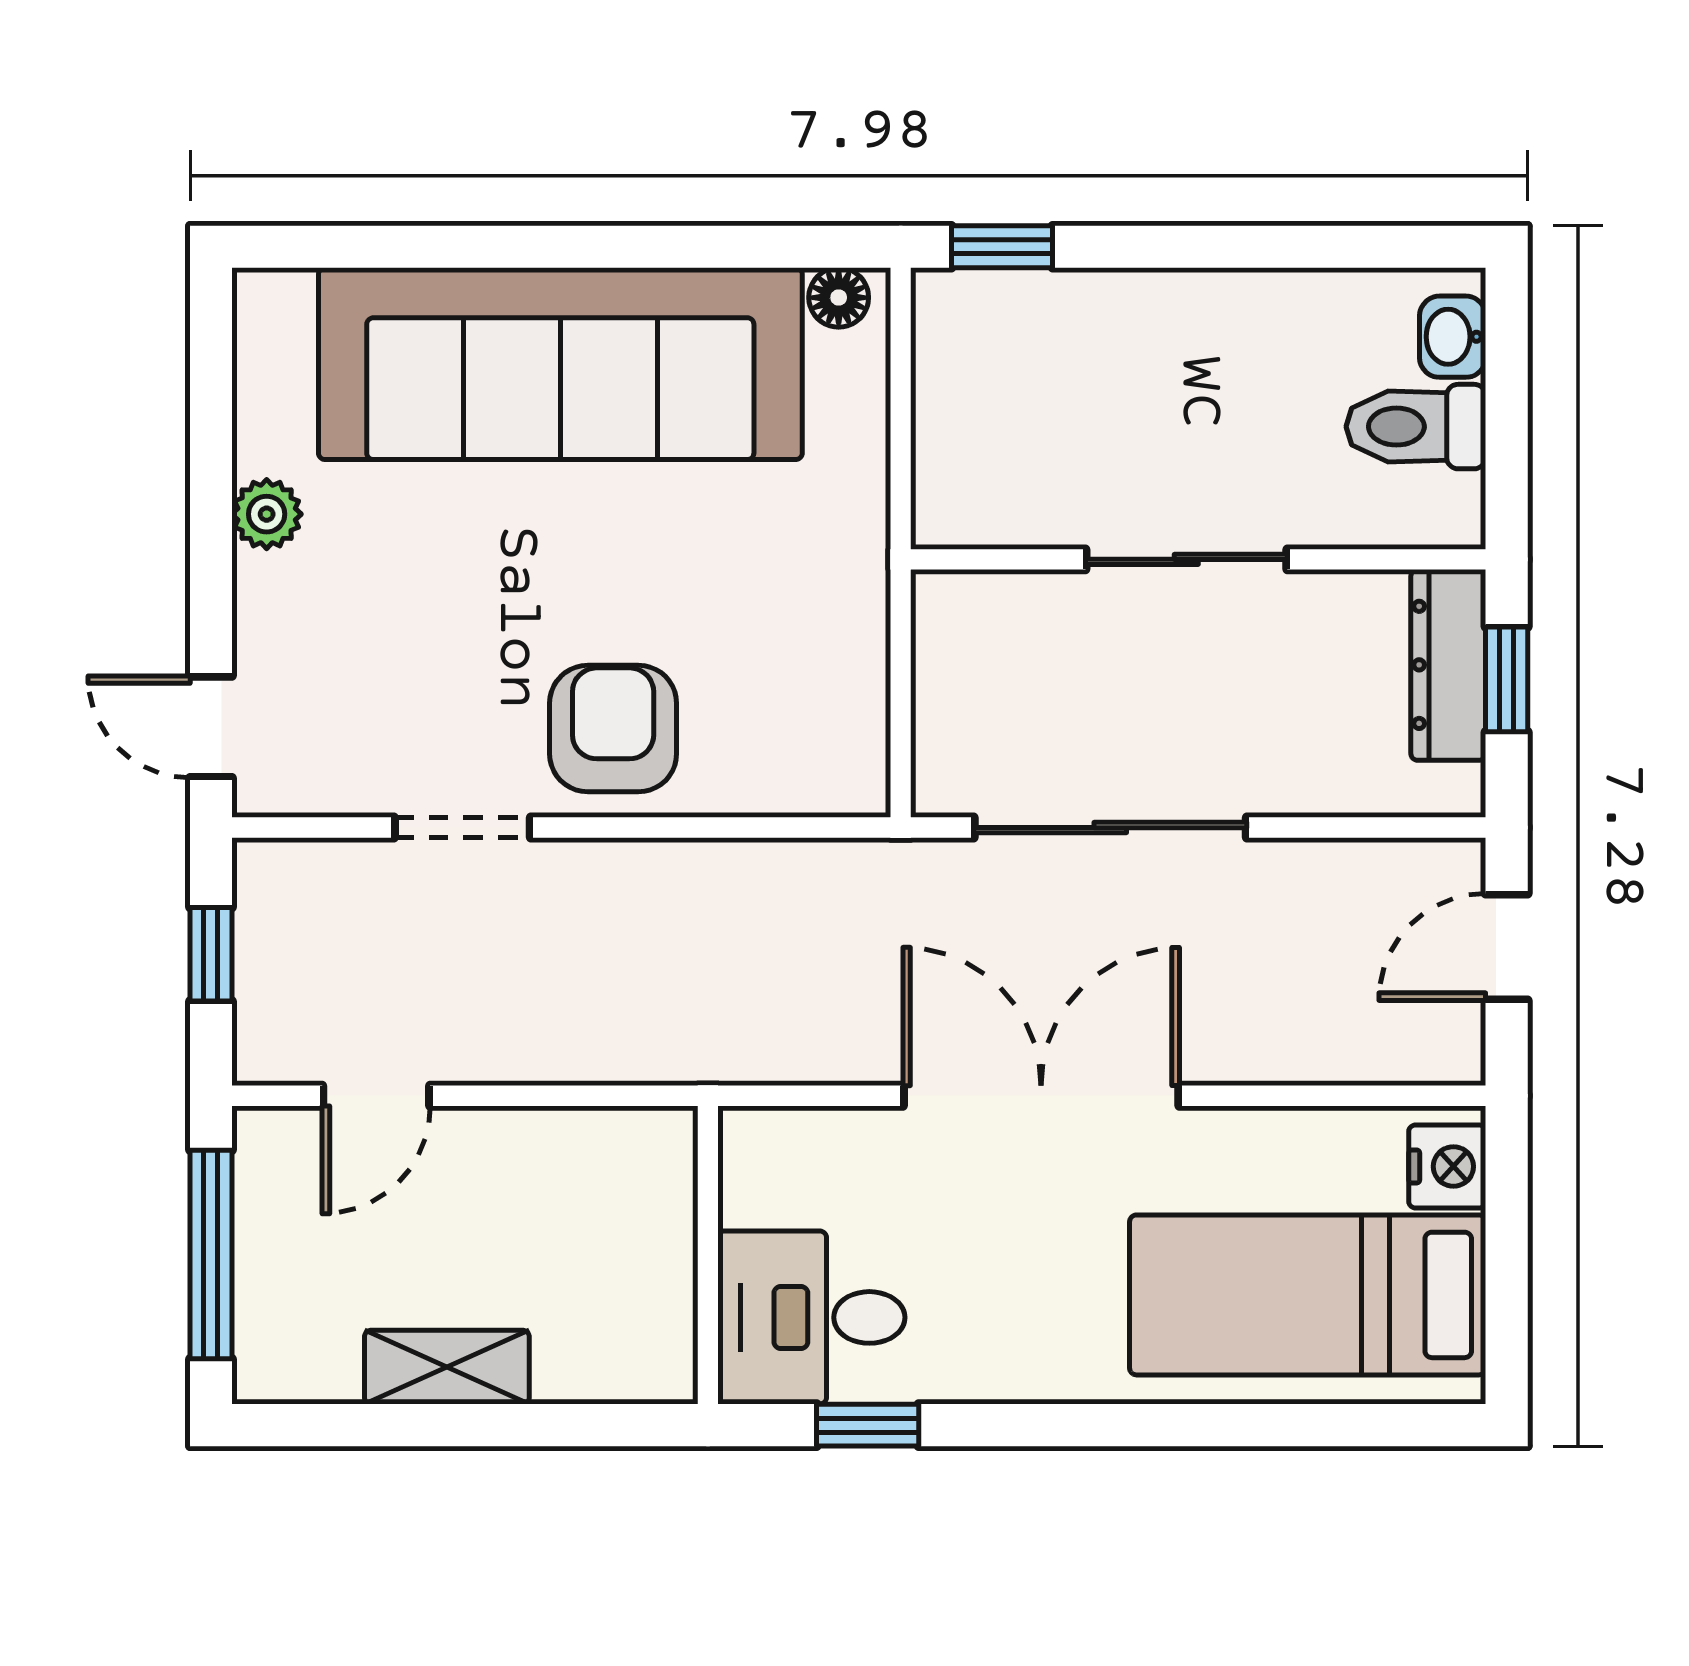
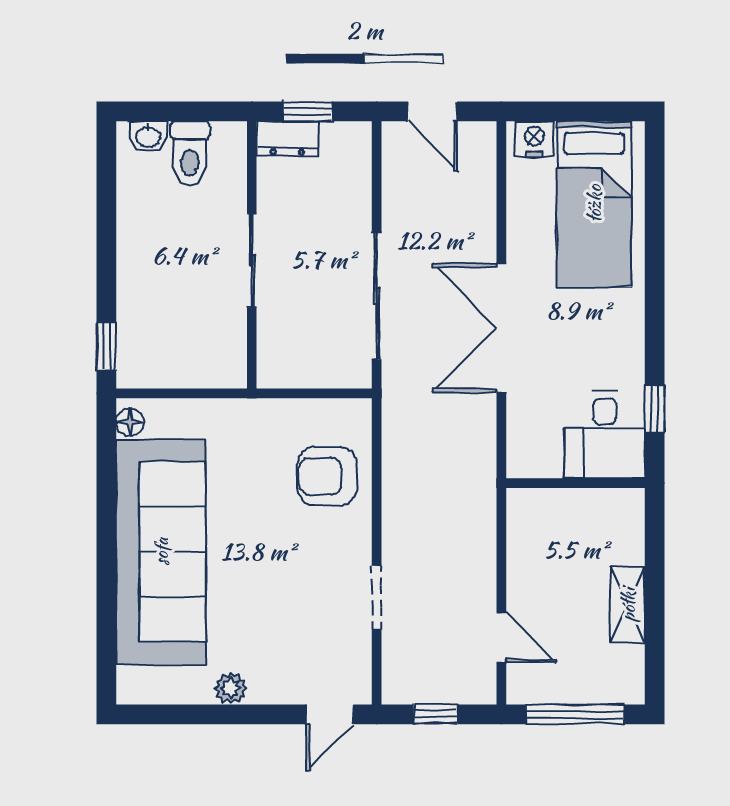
dresser: (1448, 665) -> (287, 139), width x0.70
armchair: (613, 729) -> (327, 476), moved

